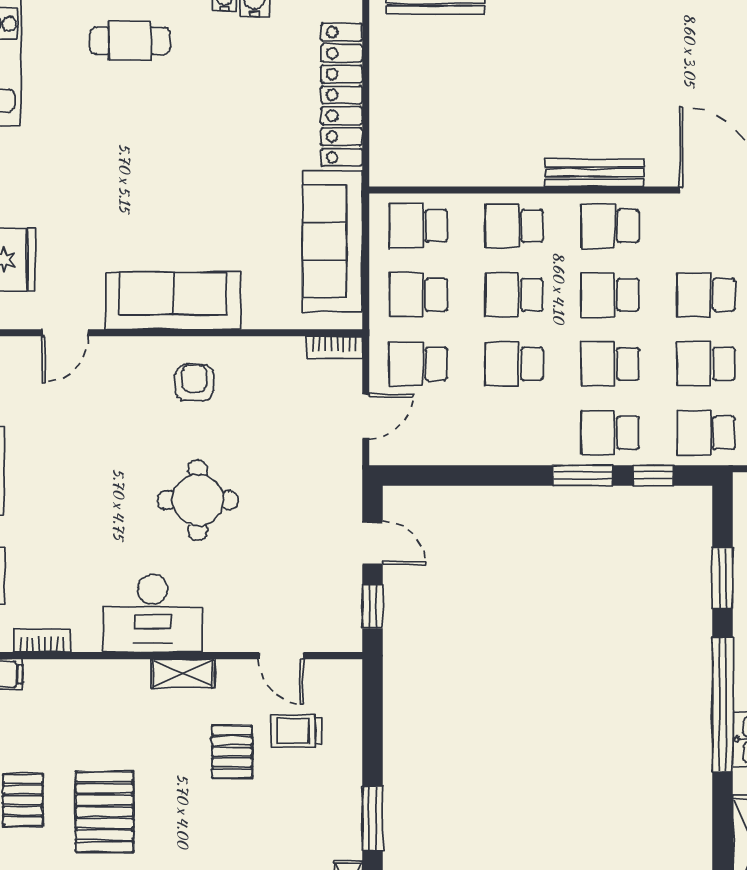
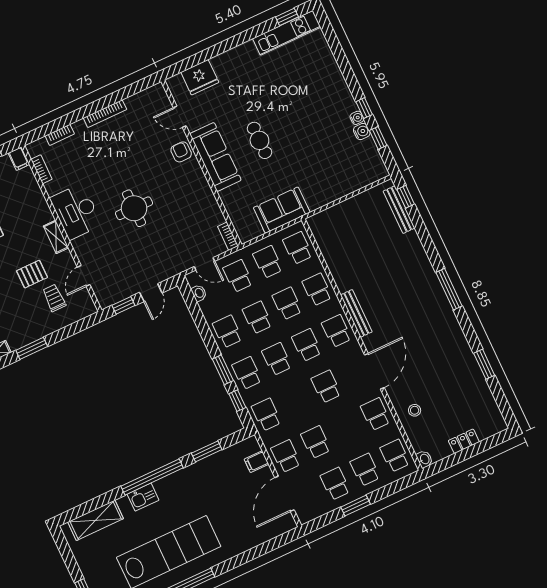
cafe table: (130, 41) -> (259, 140), moved
locker: (342, 95) -> (339, 188), removed
sofa: (332, 241) -> (282, 210), width x0.73
school desk: (706, 364) -> (227, 332), moved
armchair: (194, 383) -> (181, 152), moved, turned -90
washbasin: (416, 453) -> (199, 293), added

